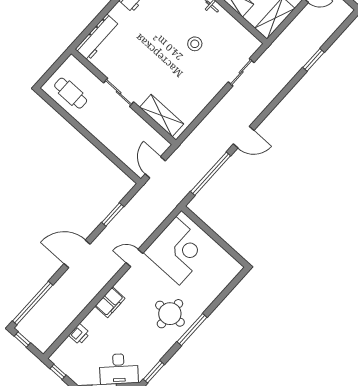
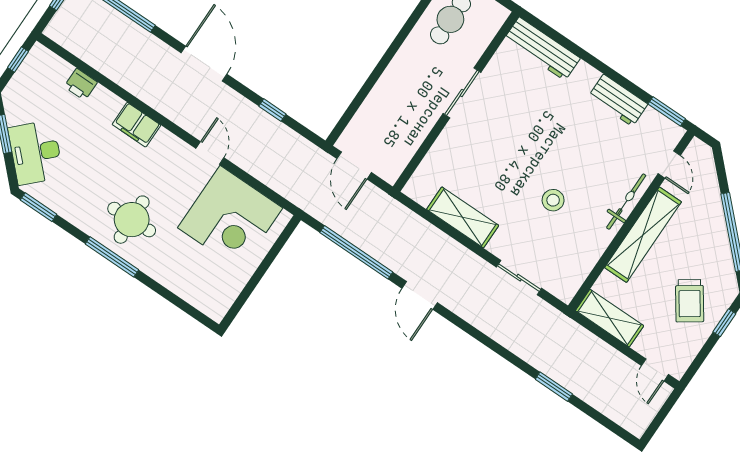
shelving: (162, 116) -> (463, 217), moved, turned 90
door: (155, 167) -> (354, 166), swing flipped
window: (113, 214) -> (272, 110), width x0.67

